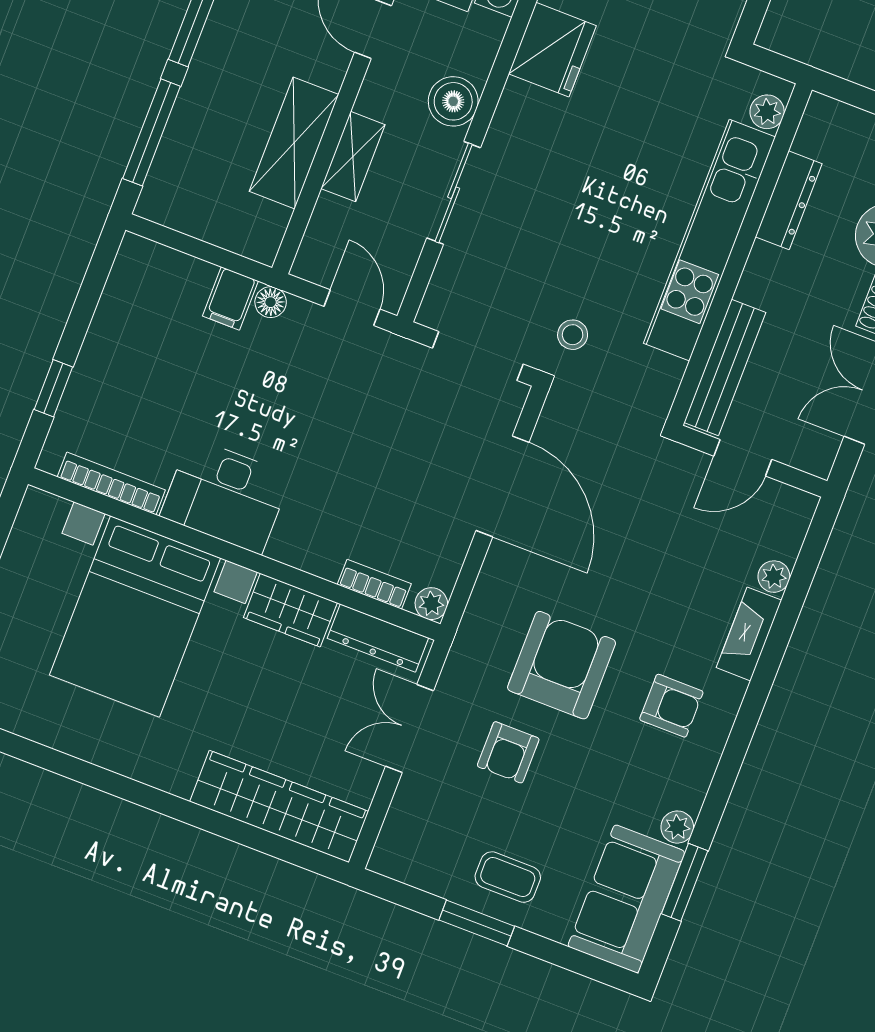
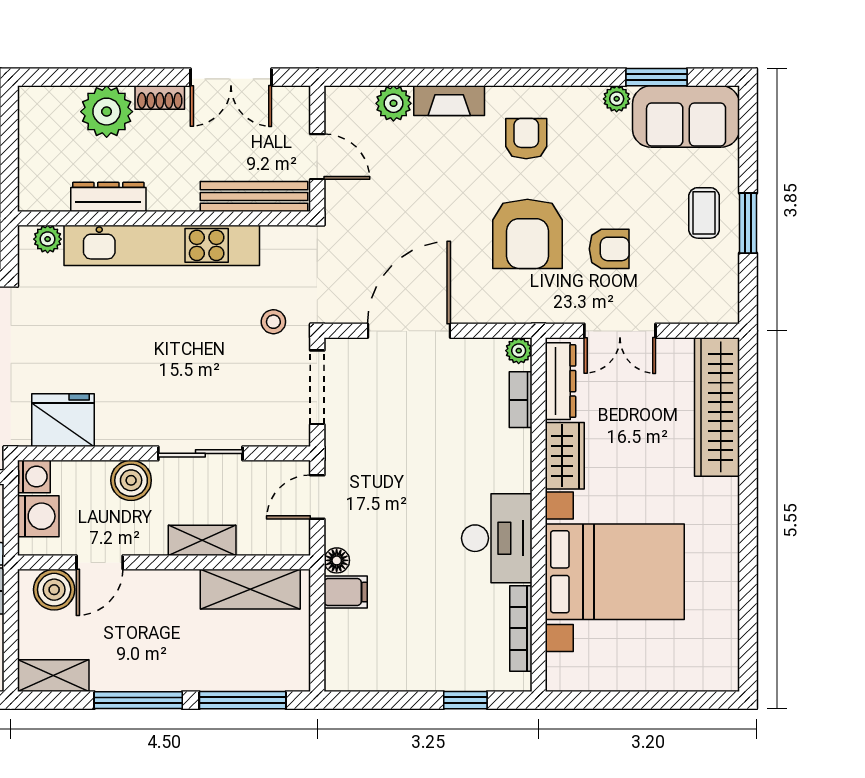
shelving: (294, 143) -> (250, 589), moved
plant: (774, 577) -> (393, 103), width x1.38, depth x1.38
armchair: (562, 665) -> (527, 234), turned -90

